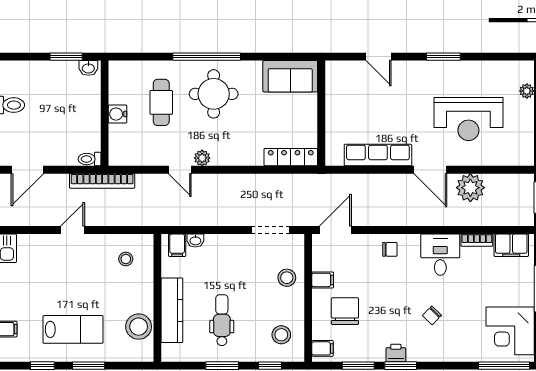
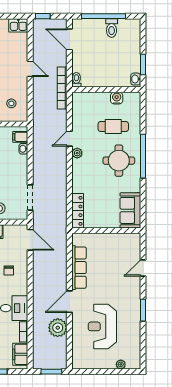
water cooler: (118, 114) -> (117, 98), moved
chair: (390, 249) -> (9, 270), moved

